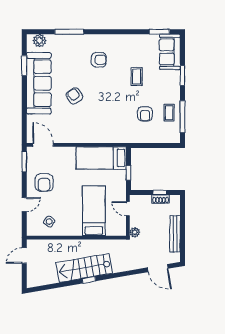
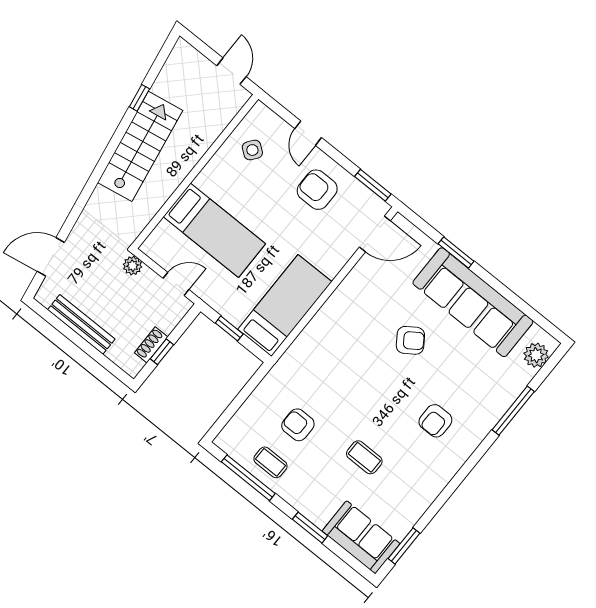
window: (24, 66) -> (456, 252), moved
window: (89, 280) -> (139, 98), moved

